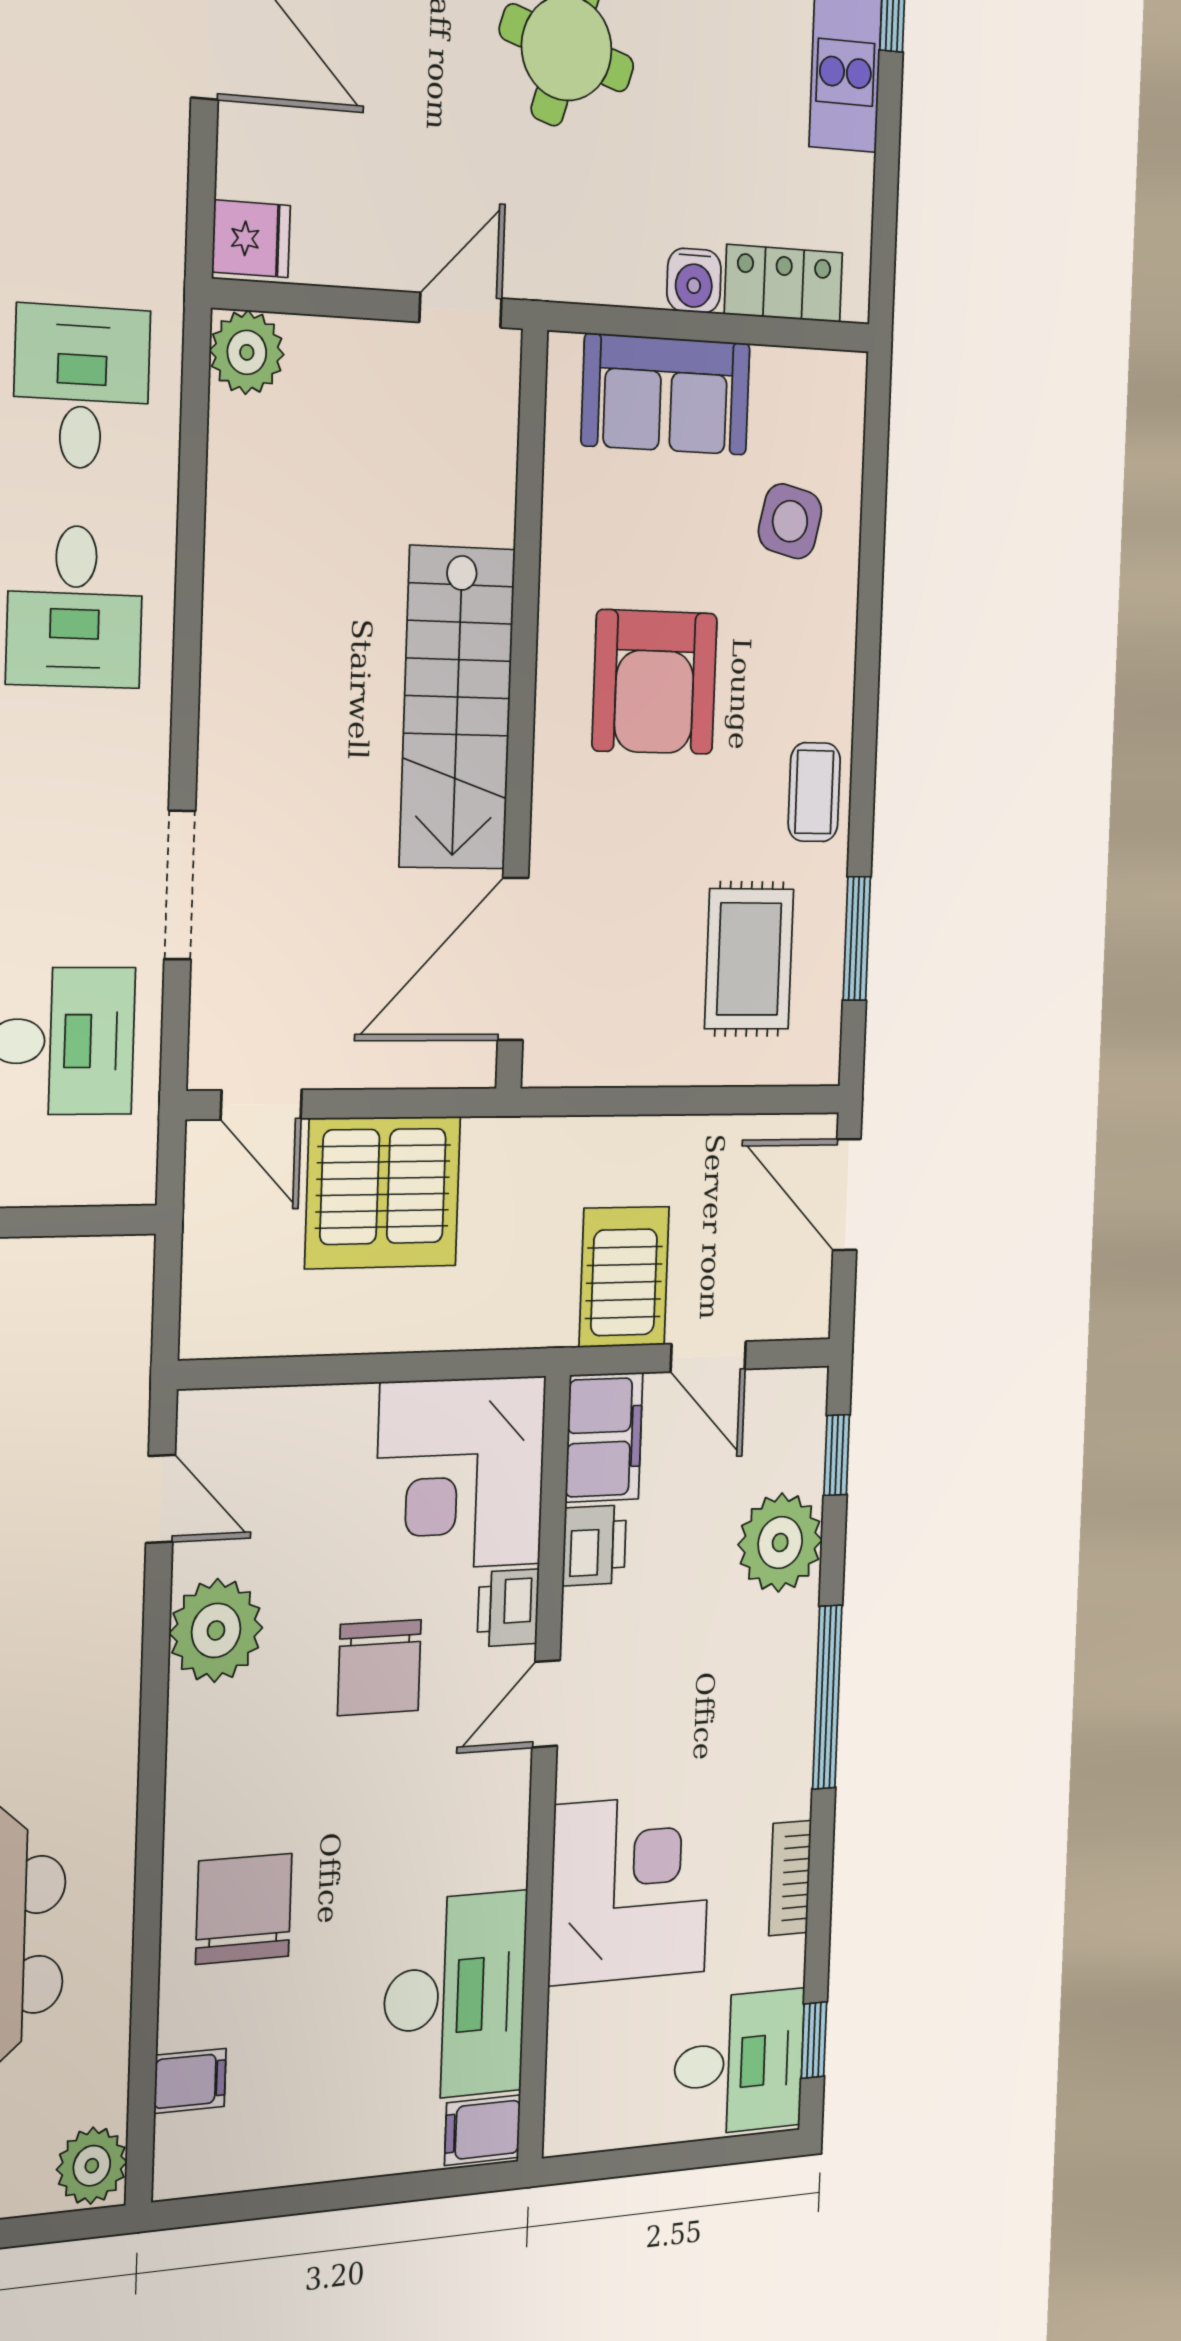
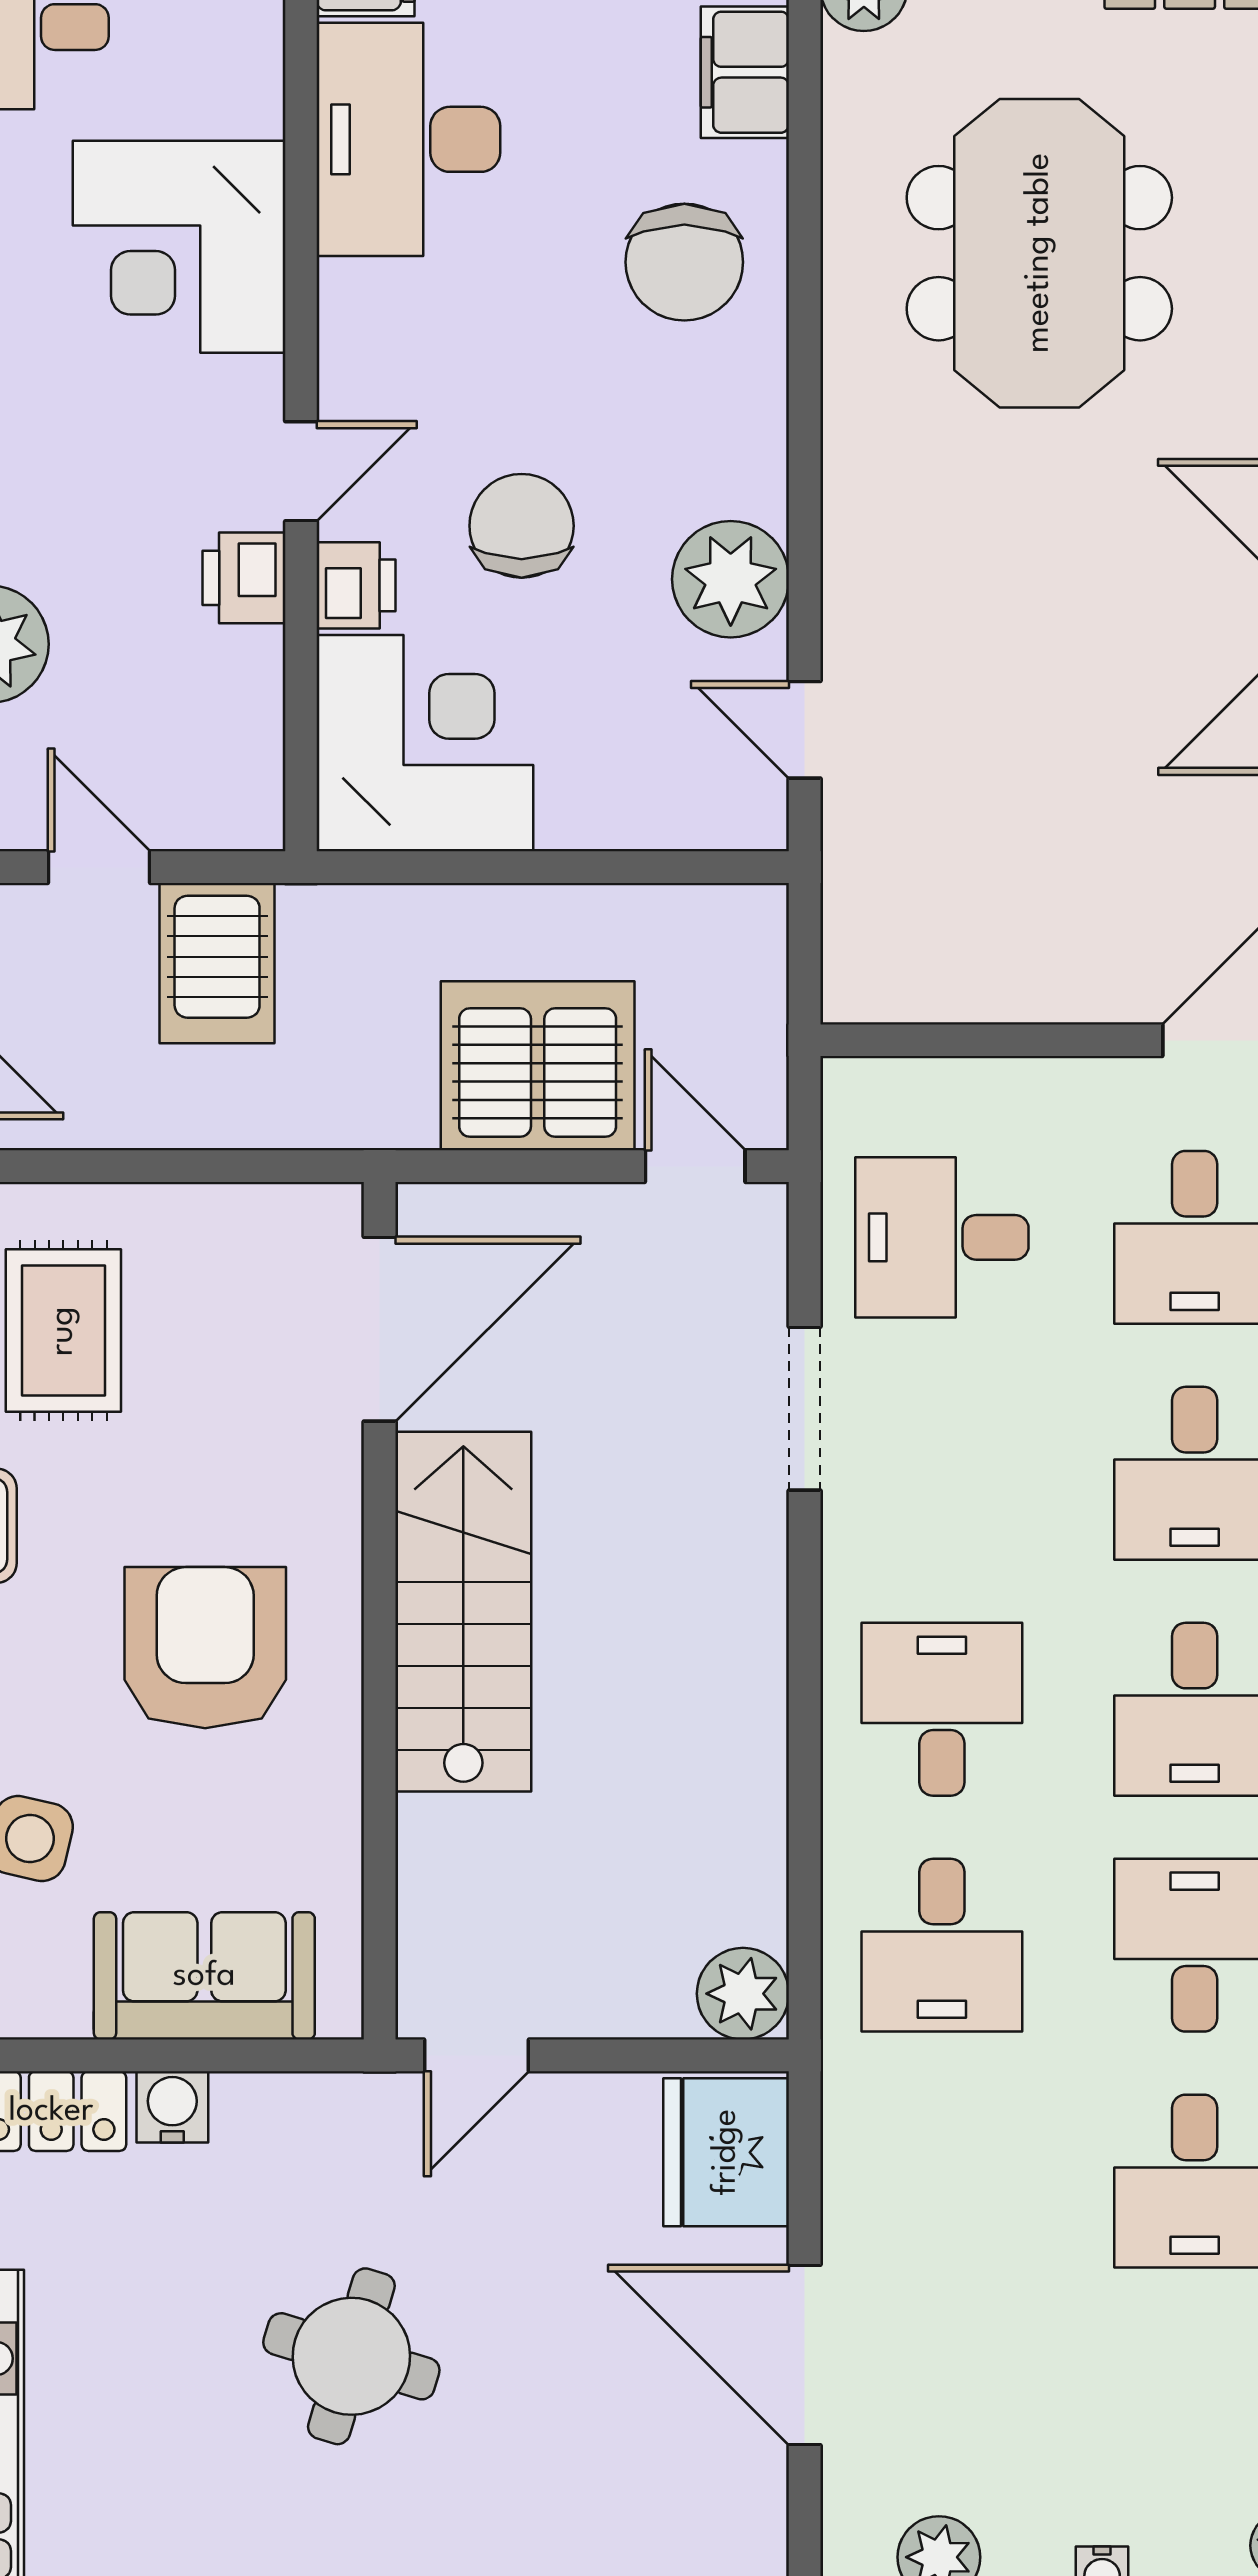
fridge: (251, 239) -> (726, 2152), width x1.88, depth x1.34
filing cabinet: (604, 1437) -> (236, 778), removed
printer: (594, 1545) -> (244, 578), moved
filing cabinet: (190, 2081) -> (745, 72), width x2.00

